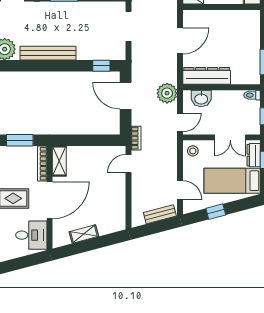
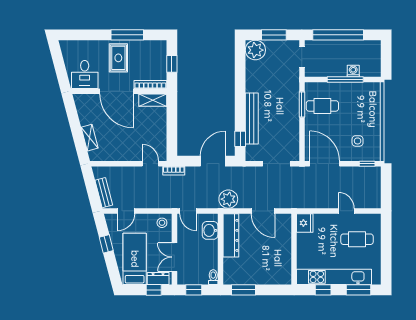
bench: (48, 53) -> (252, 118), moved
plant: (167, 93) -> (228, 199), moved
window: (20, 140) -> (172, 64), width x0.67
shelving: (84, 234) -> (90, 138), moved

